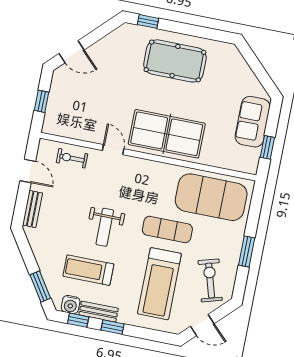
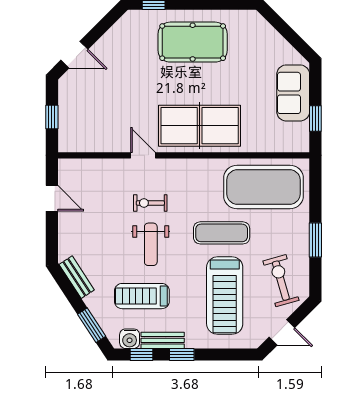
exercise bike: (72, 158) -> (150, 203), moved
bench: (32, 209) -> (77, 277), moved, turned -33

